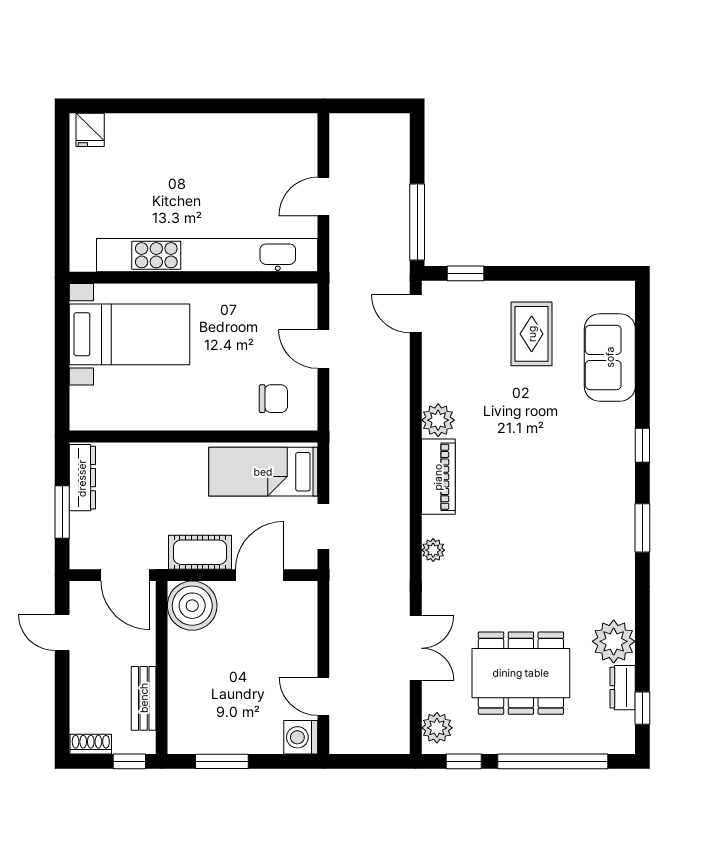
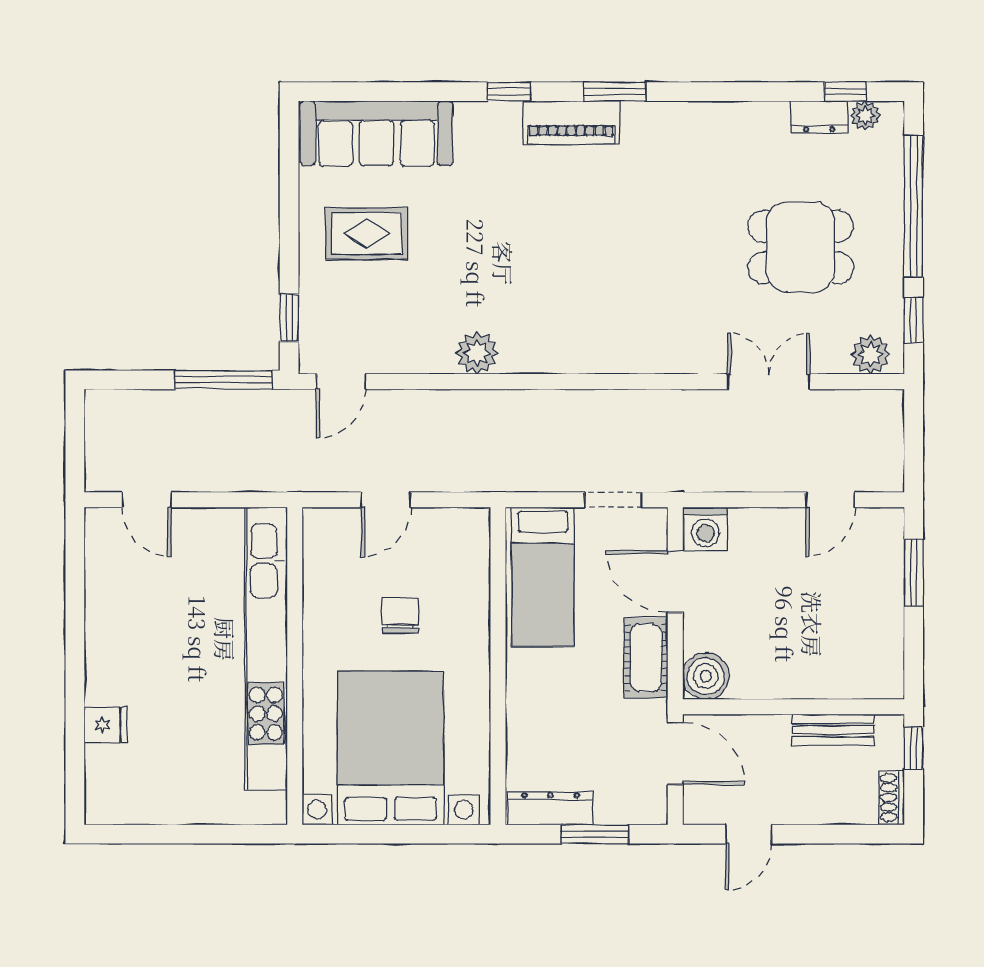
fridge: (90, 130) -> (105, 725), moved
door: (323, 196) -> (147, 500), moved
bed with nightstands: (129, 334) -> (391, 748), width x1.36
sofa: (610, 357) -> (376, 133), width x1.36
chair: (273, 399) -> (400, 616), moved
piano: (438, 477) -> (571, 122), moved, turned 180
plant: (433, 550) -> (643, 359), removed
door: (125, 575) -> (675, 754), hinge flipped
boiler: (192, 606) -> (706, 676), width x0.73, depth x0.73
plant: (614, 641) -> (865, 116), moved, width x0.53, depth x0.53
dining table: (521, 673) -> (801, 247), width x0.73
washing machine: (301, 737) -> (706, 529), moved
window: (222, 761) -> (914, 573), moved

